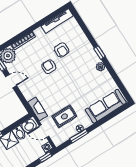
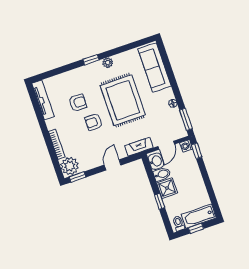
door: (11, 81) -> (113, 165), moved
rug: (64, 116) -> (123, 100), moved, width x1.86, depth x2.06
window: (79, 136) -> (186, 119), moved

